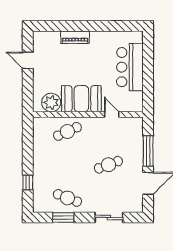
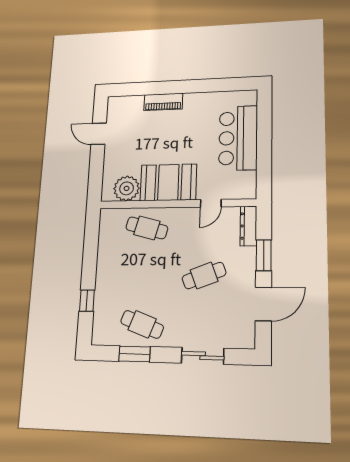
door: (112, 114) -> (211, 203), swing flipped
cafe table: (67, 131) -> (147, 228), turned 39
dresser: (138, 131) -> (248, 226), added
window: (148, 151) -> (264, 255), width x0.69

